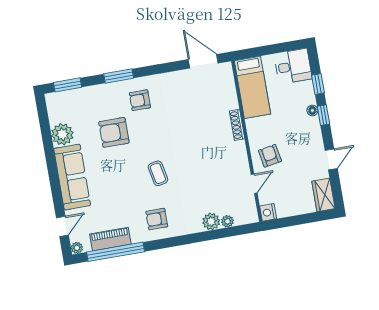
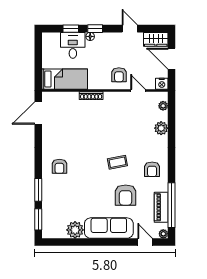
desk: (293, 66) -> (73, 45), moved
window: (119, 76) -> (38, 190), moved
armchair: (114, 132) -> (126, 195), moved
armchair: (270, 156) -> (119, 75), turned -80
door: (302, 219) -> (172, 59), added
plant: (227, 221) -> (163, 106), moved

